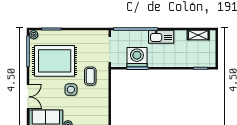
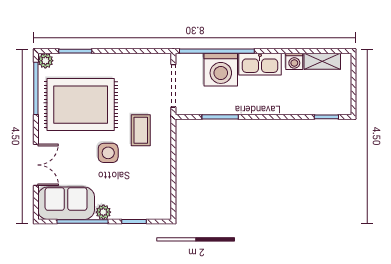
washing machine: (182, 35) -> (294, 61), added
washing machine: (137, 57) -> (221, 70), moved, turned 180

